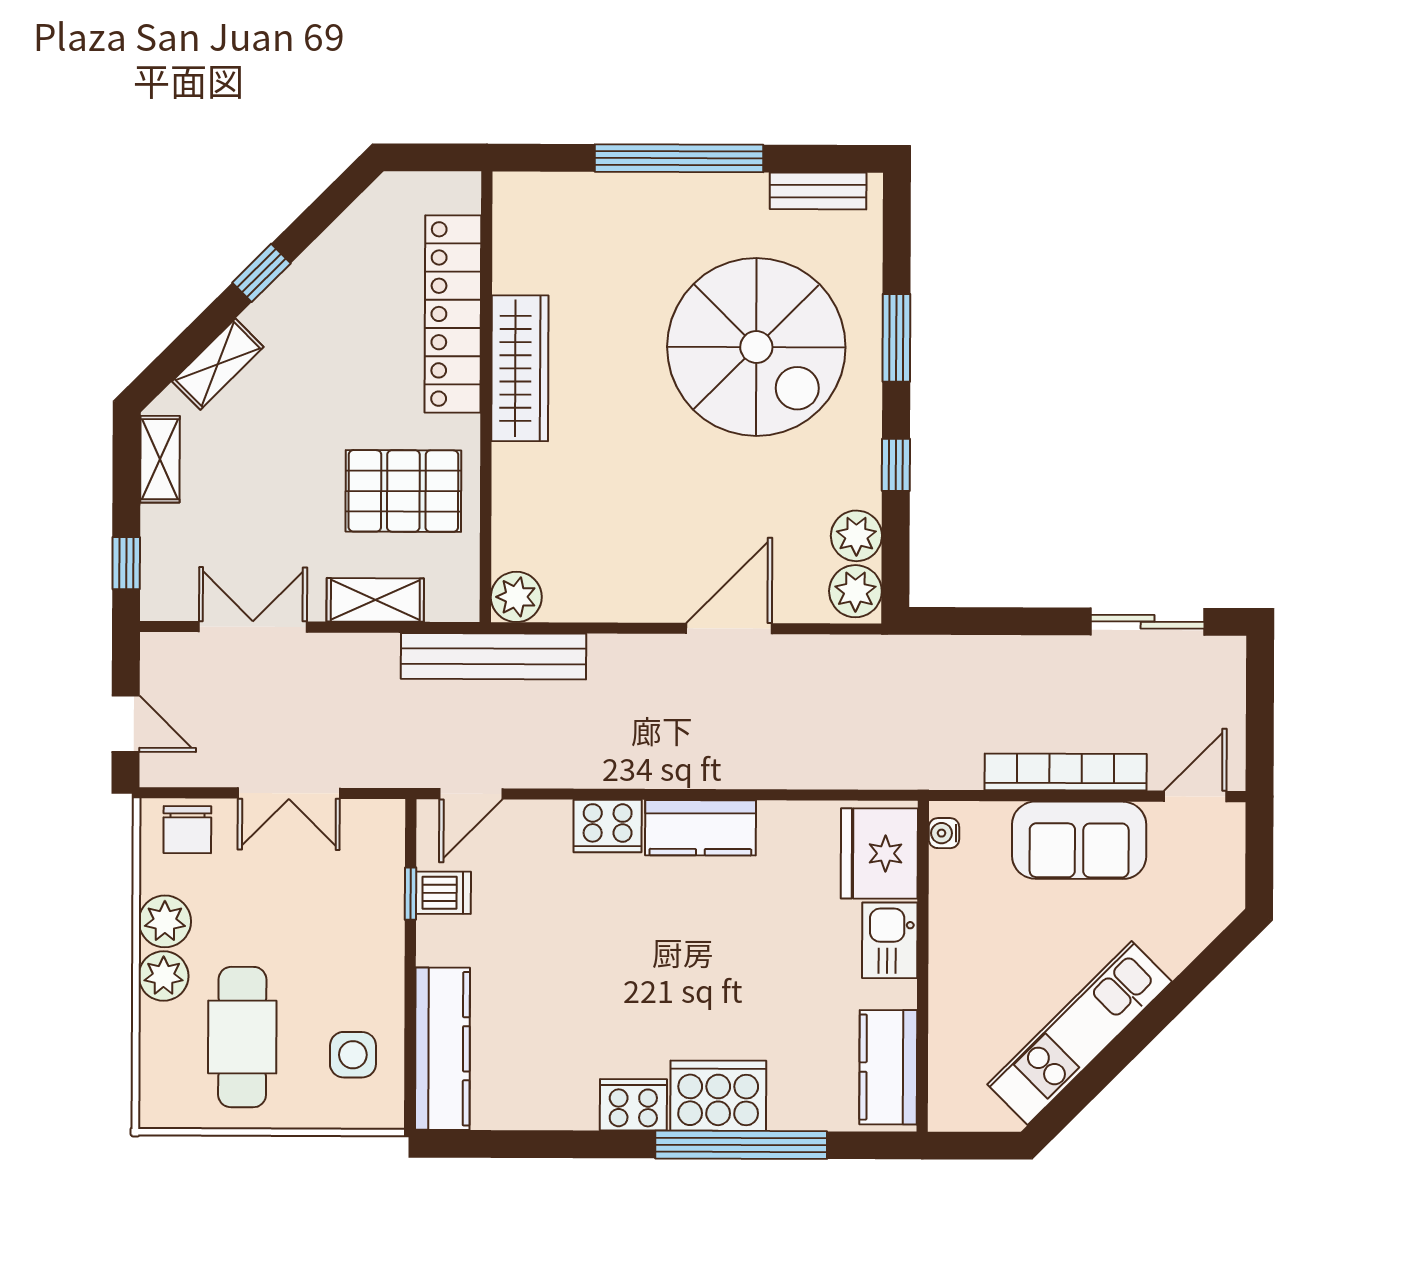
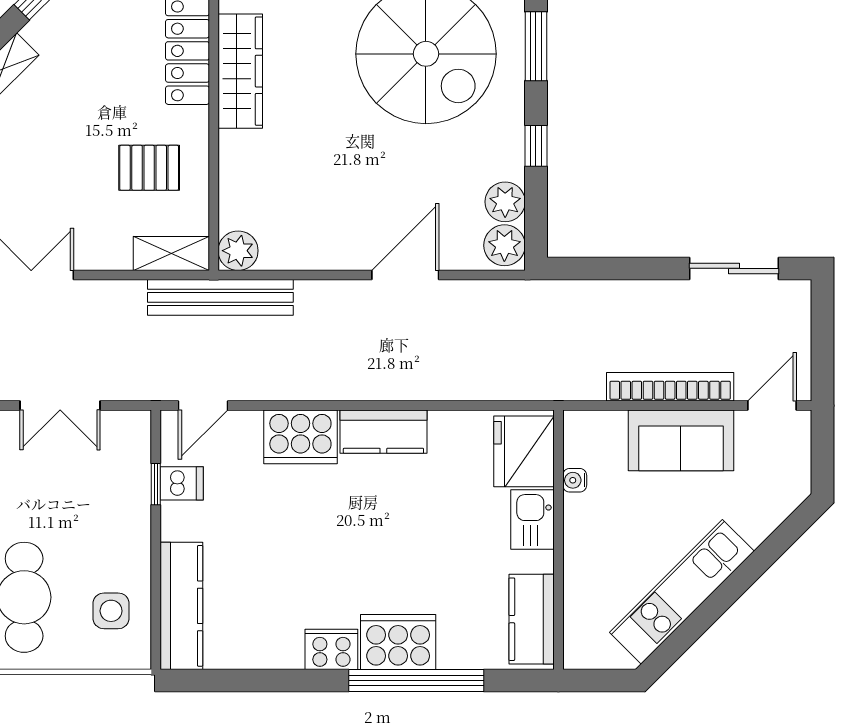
pallet: (403, 491) -> (149, 168), width x0.67, depth x0.71
shelving: (375, 600) -> (171, 254), moved
cooker: (608, 826) -> (300, 437), width x1.37, depth x1.31
water cooler: (944, 833) -> (575, 480), moved

